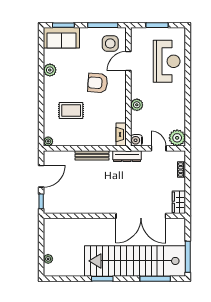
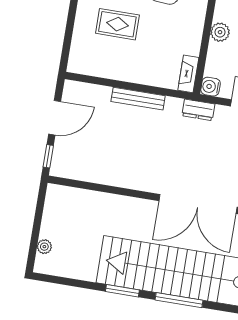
plant: (48, 141) -> (74, 66), removed
dresser: (127, 156) -> (198, 110), width x0.70
window: (155, 279) -> (179, 300), moved

